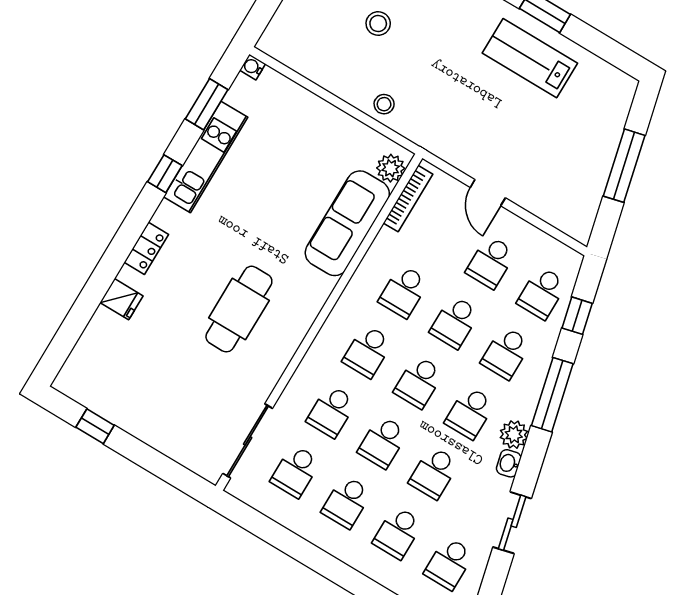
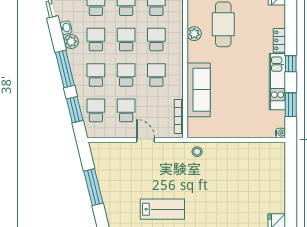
stool: (378, 24) -> (237, 185), removed
stool: (384, 104) -> (197, 152), moved
plant: (391, 168) -> (194, 34), moved
locker: (146, 248) -> (279, 40), moved
window: (577, 316) -> (75, 110), width x1.50

